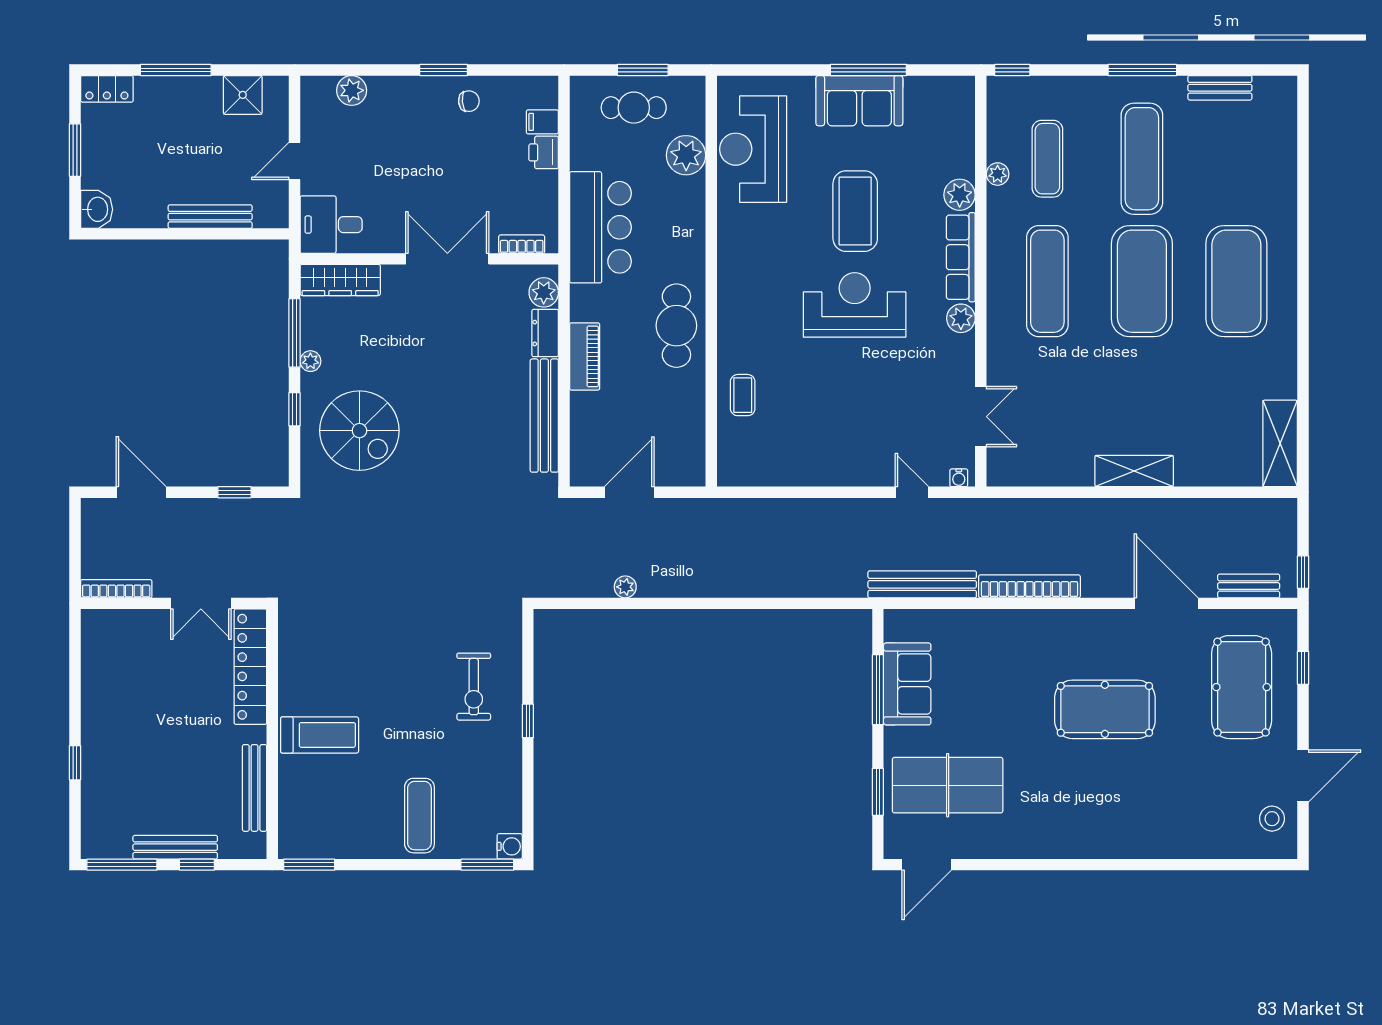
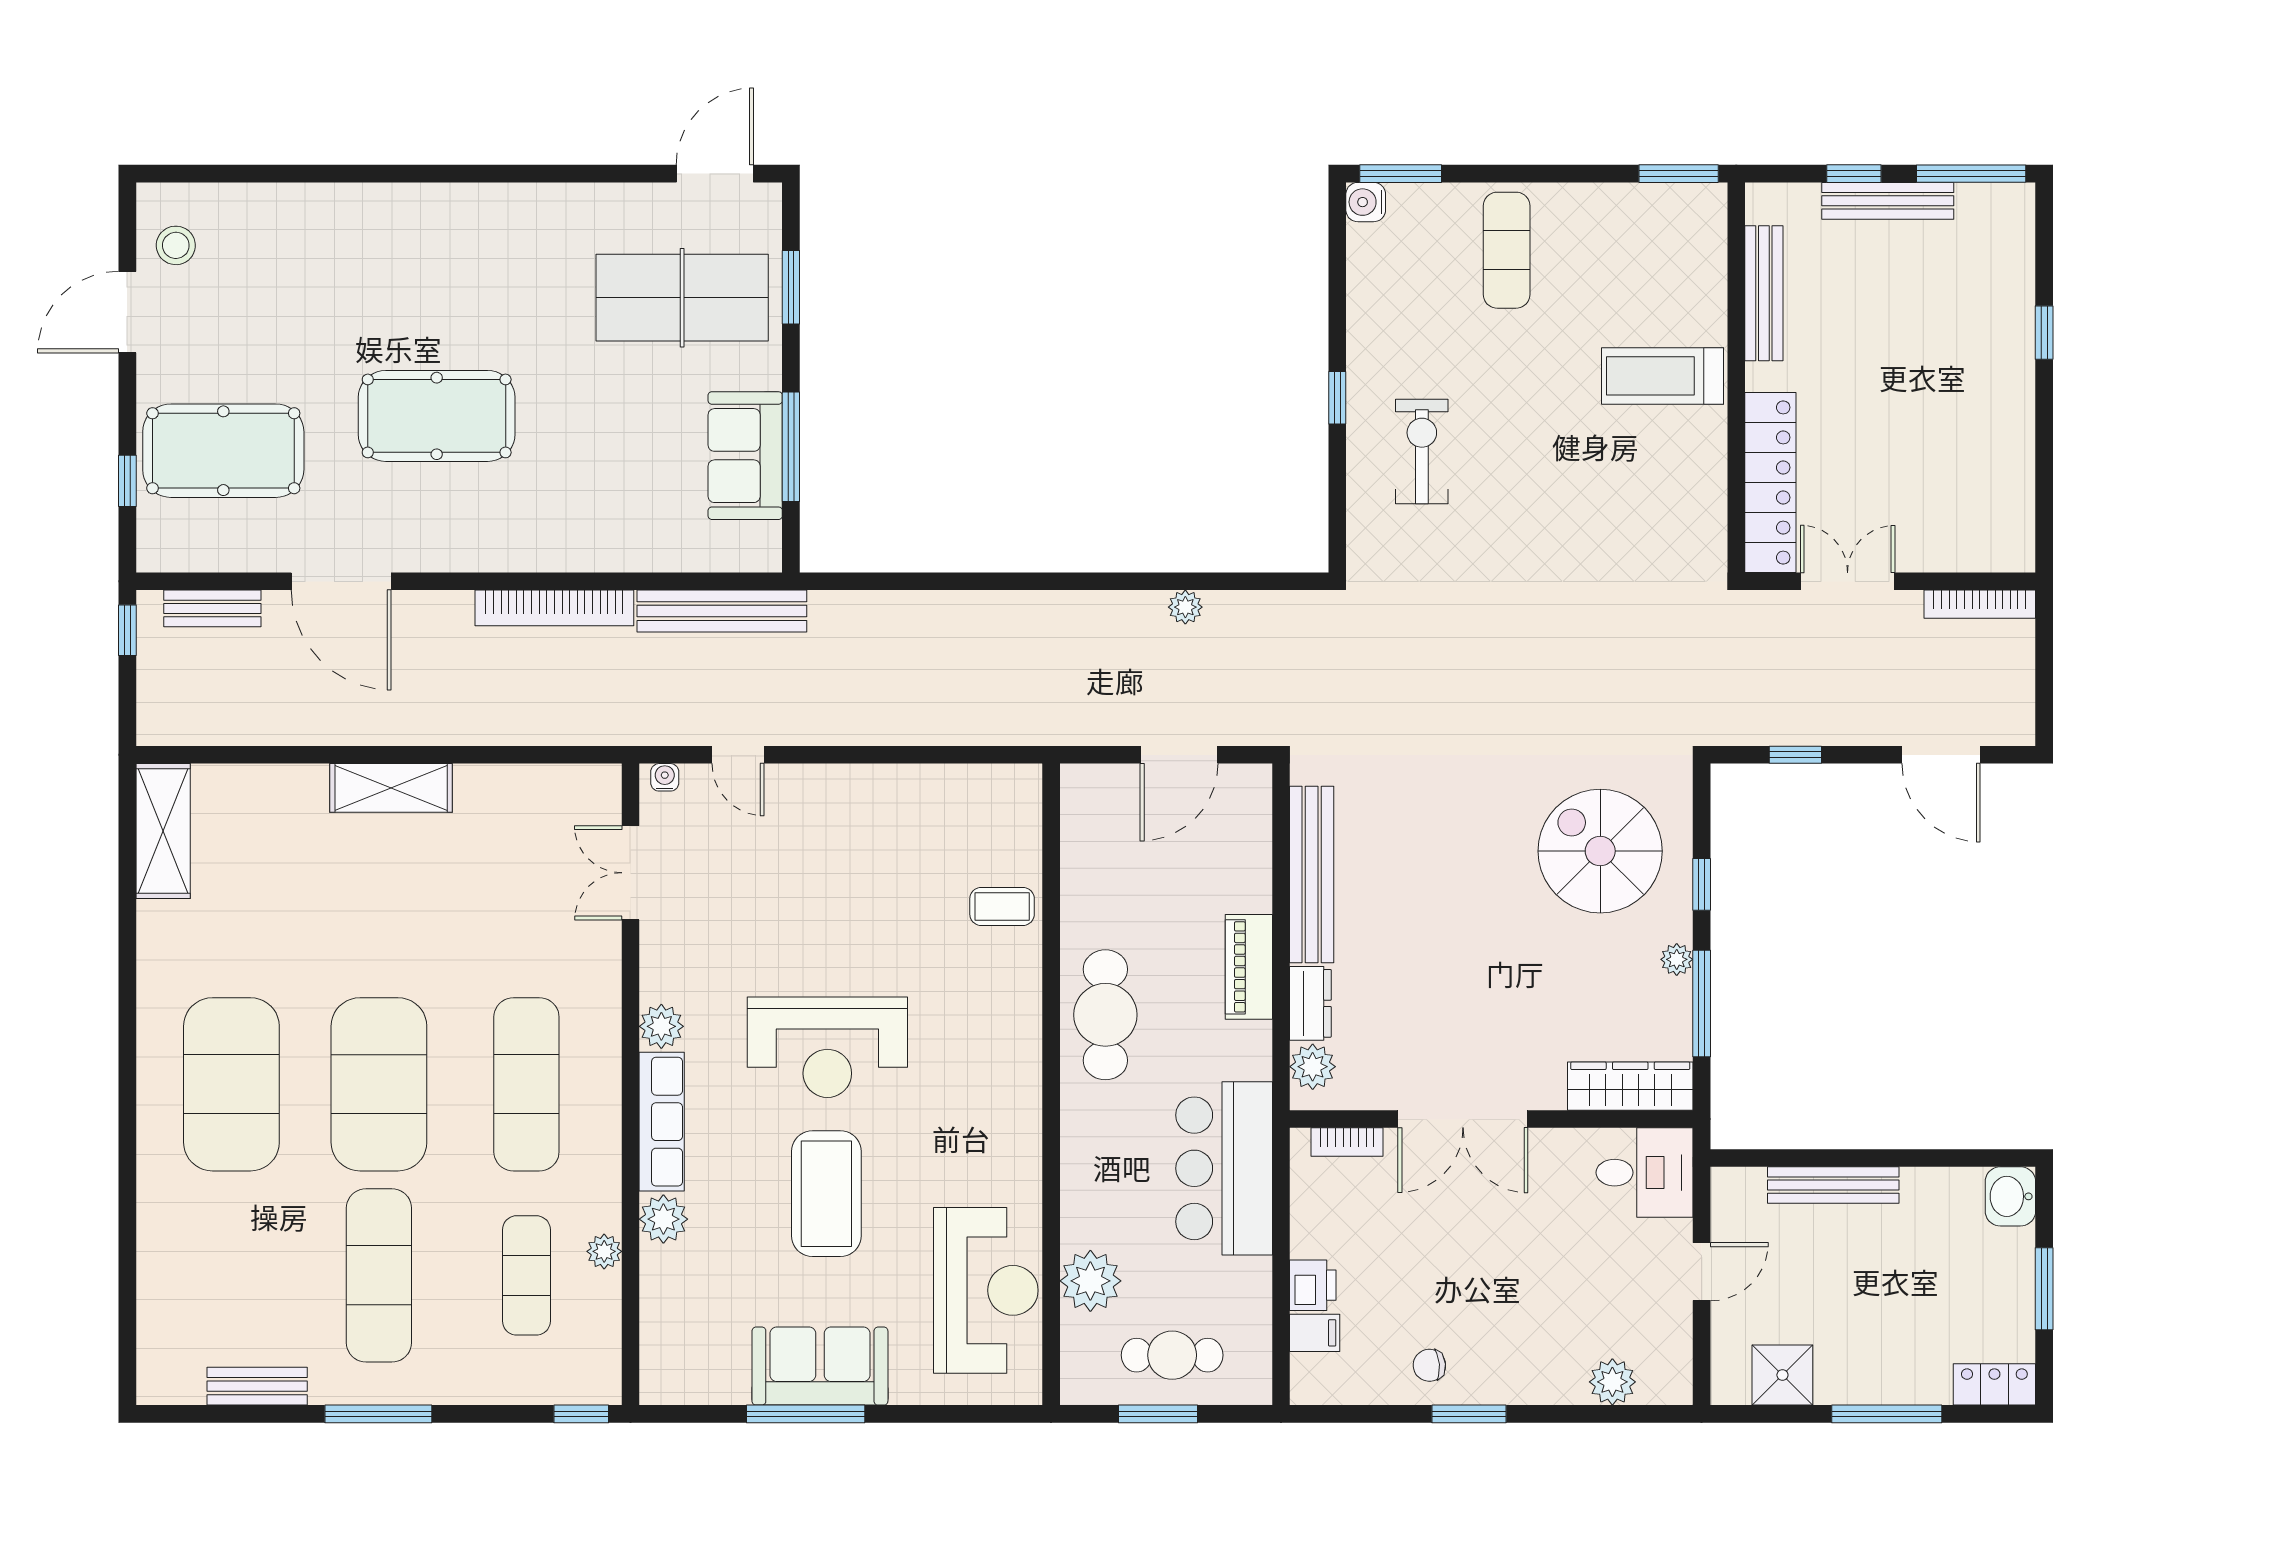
coffee table: (743, 395) -> (1002, 906), turned 90
pool table: (1242, 687) -> (223, 451), turned 90

